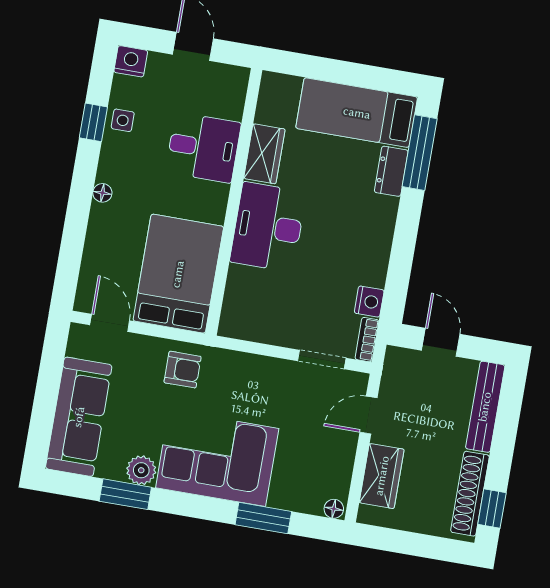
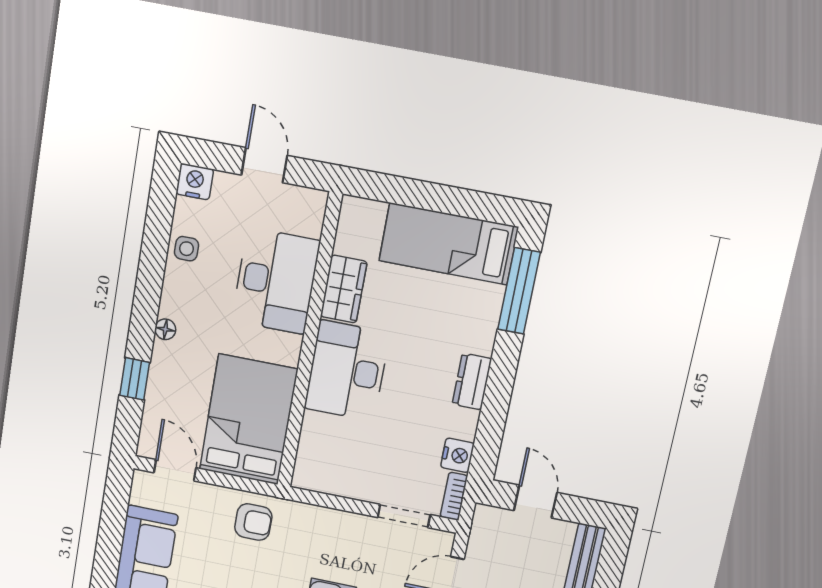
window: (93, 122) -> (135, 379), moved
desk: (203, 148) -> (276, 281), width x1.37
dresser: (391, 171) -> (472, 382), moved

